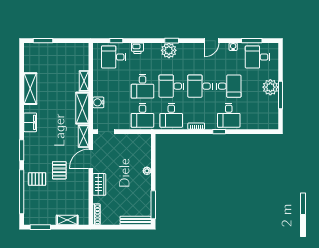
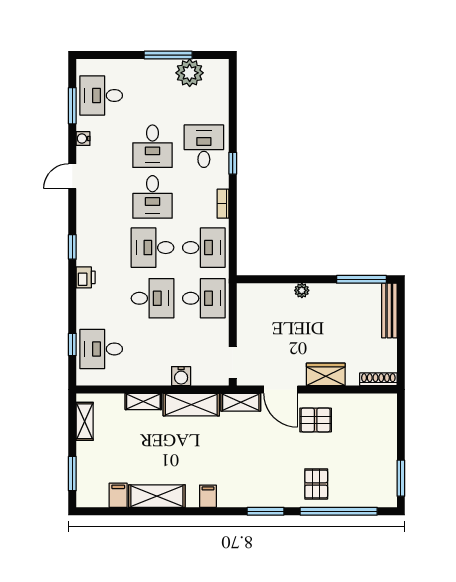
door: (212, 41) -> (72, 176), swing flipped
printer: (137, 48) -> (86, 277), moved
plant: (169, 50) -> (90, 252), removed
desk: (114, 57) -> (101, 349), turned 90
desk: (258, 57) -> (101, 96), turned 90
filing cabinet: (31, 67) -> (118, 495), added
desk: (171, 86) -> (153, 248), turned 90
desk: (229, 86) -> (153, 146), turned 180
plant: (270, 87) -> (190, 73), moved
desk: (229, 115) -> (204, 146), turned -90
filing cabinet: (30, 122) -> (208, 496), width x0.50
pallet: (59, 170) -> (316, 420), moved
shelving: (67, 220) -> (85, 421), moved

